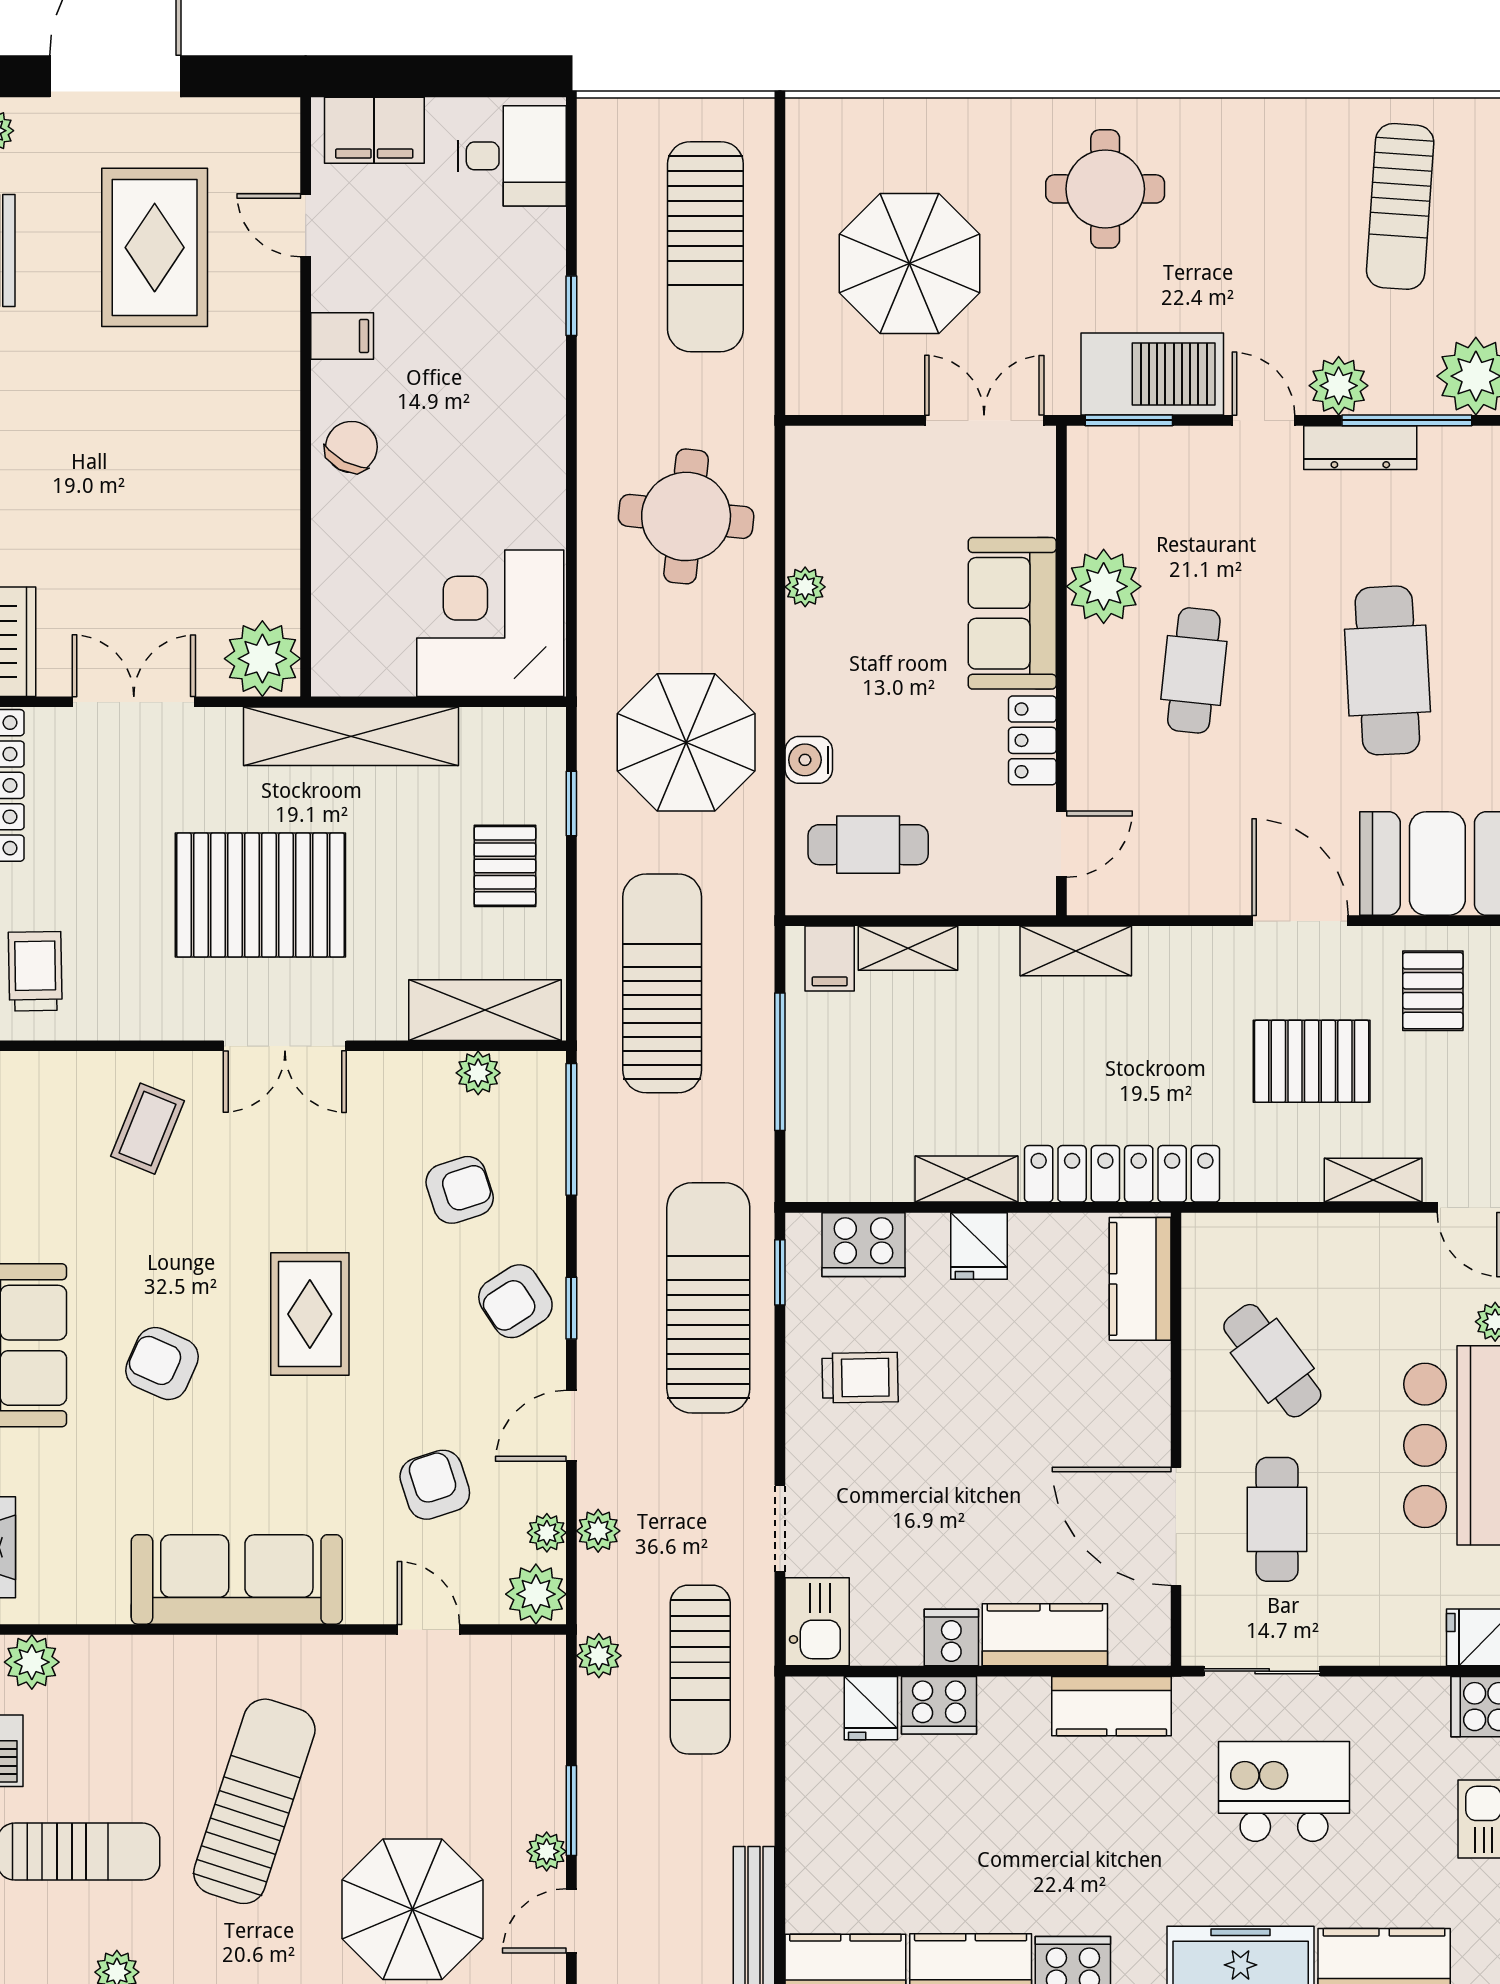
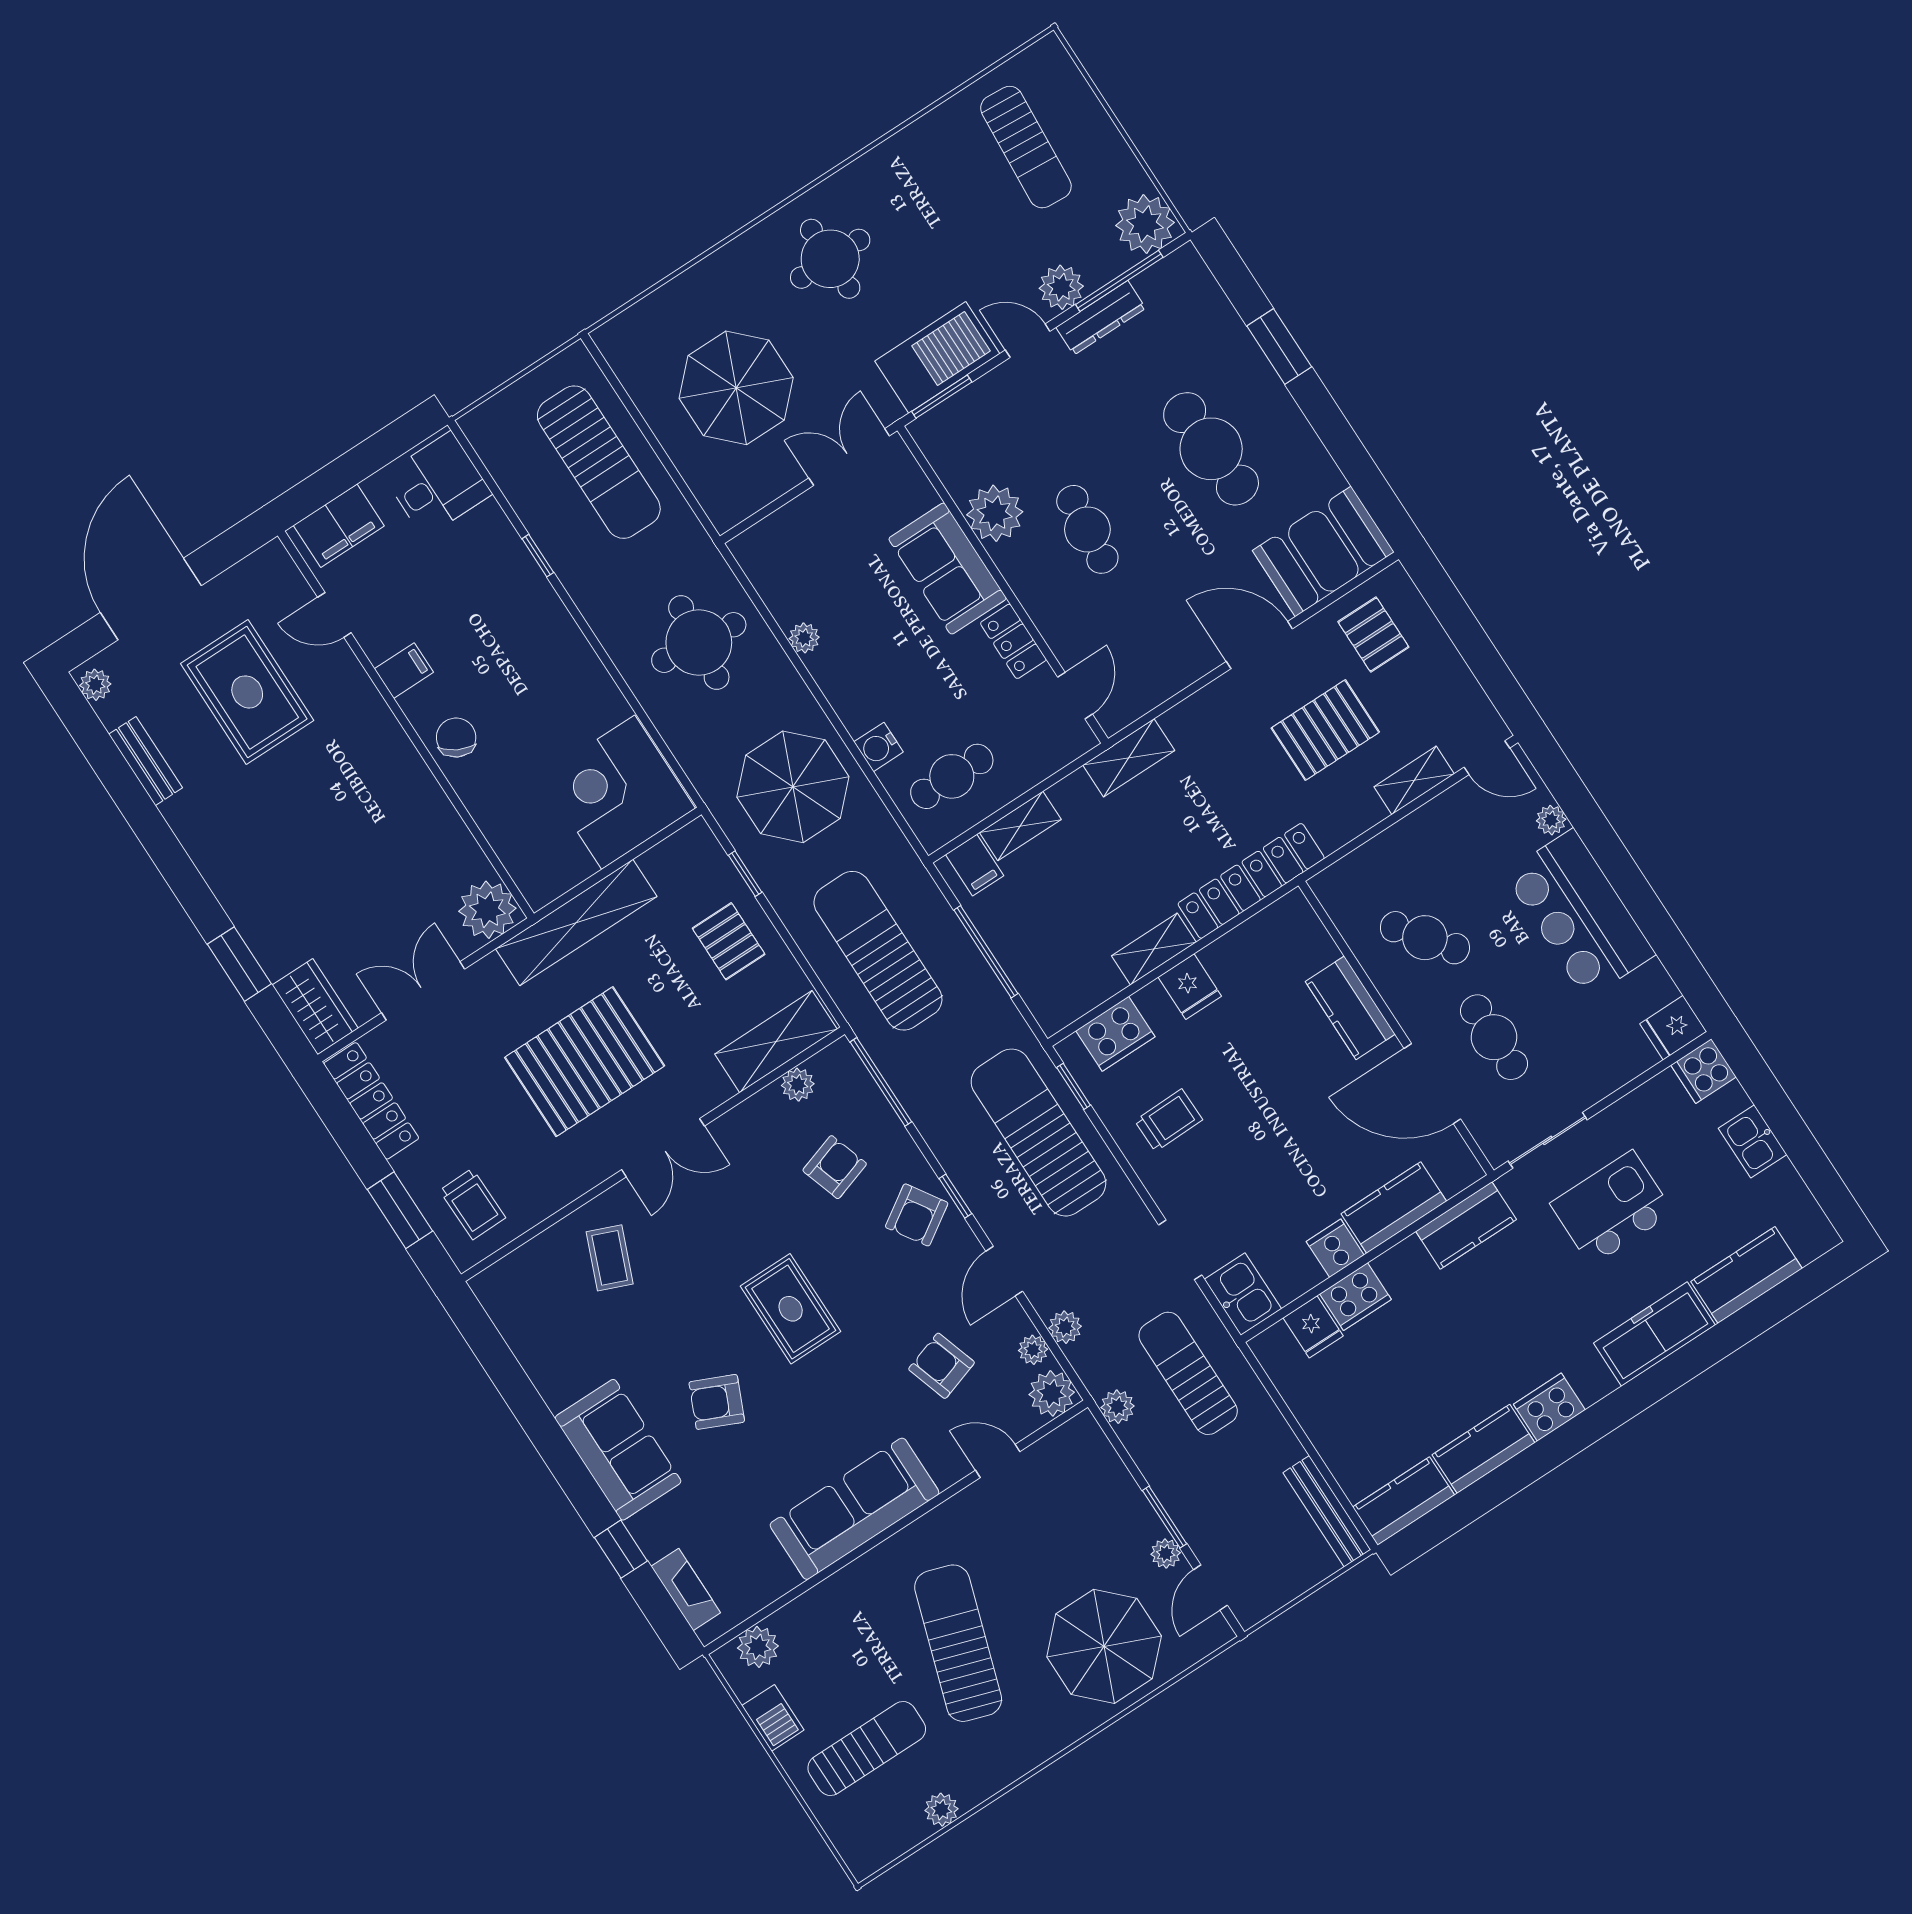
trolley: (35, 971) -> (472, 1204), turned 180
kitchen counter: (1140, 1279) -> (1350, 1008), moved
sun lounger: (700, 1670) -> (1188, 1373), turned 180

